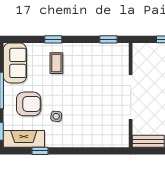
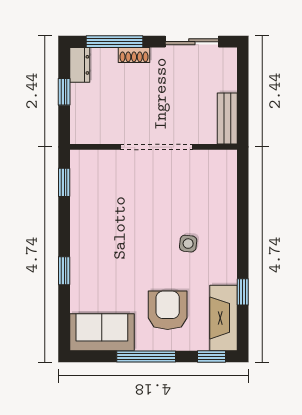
coffee table: (56, 63) -> (102, 266), removed
side table: (56, 116) -> (188, 244), moved

